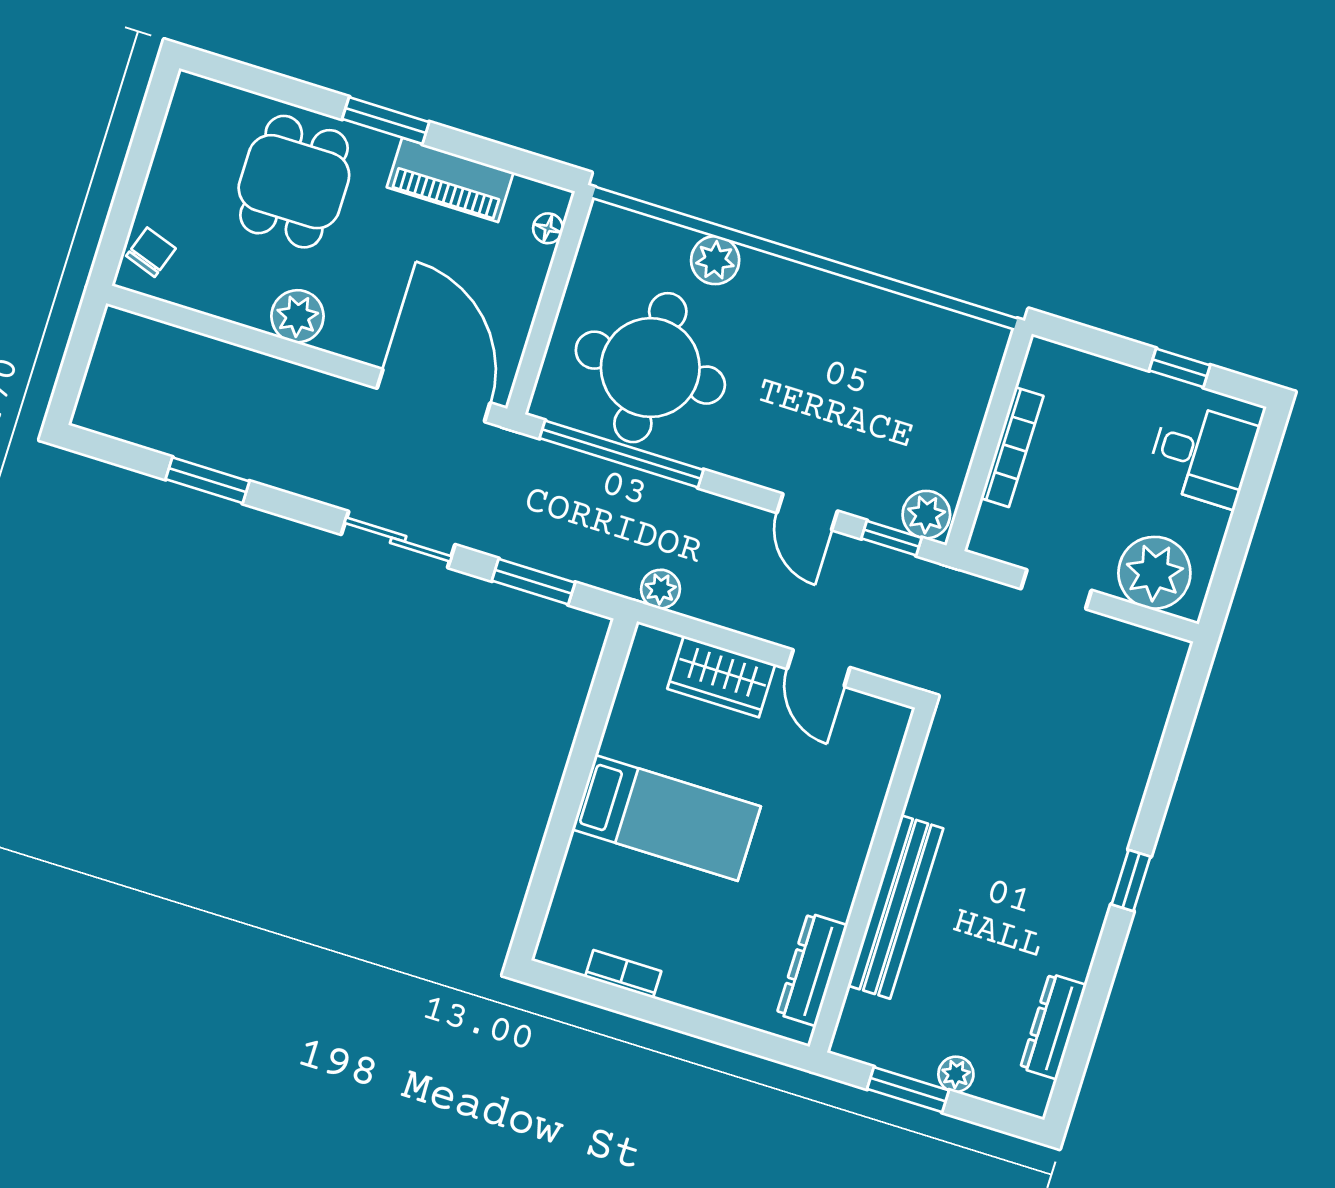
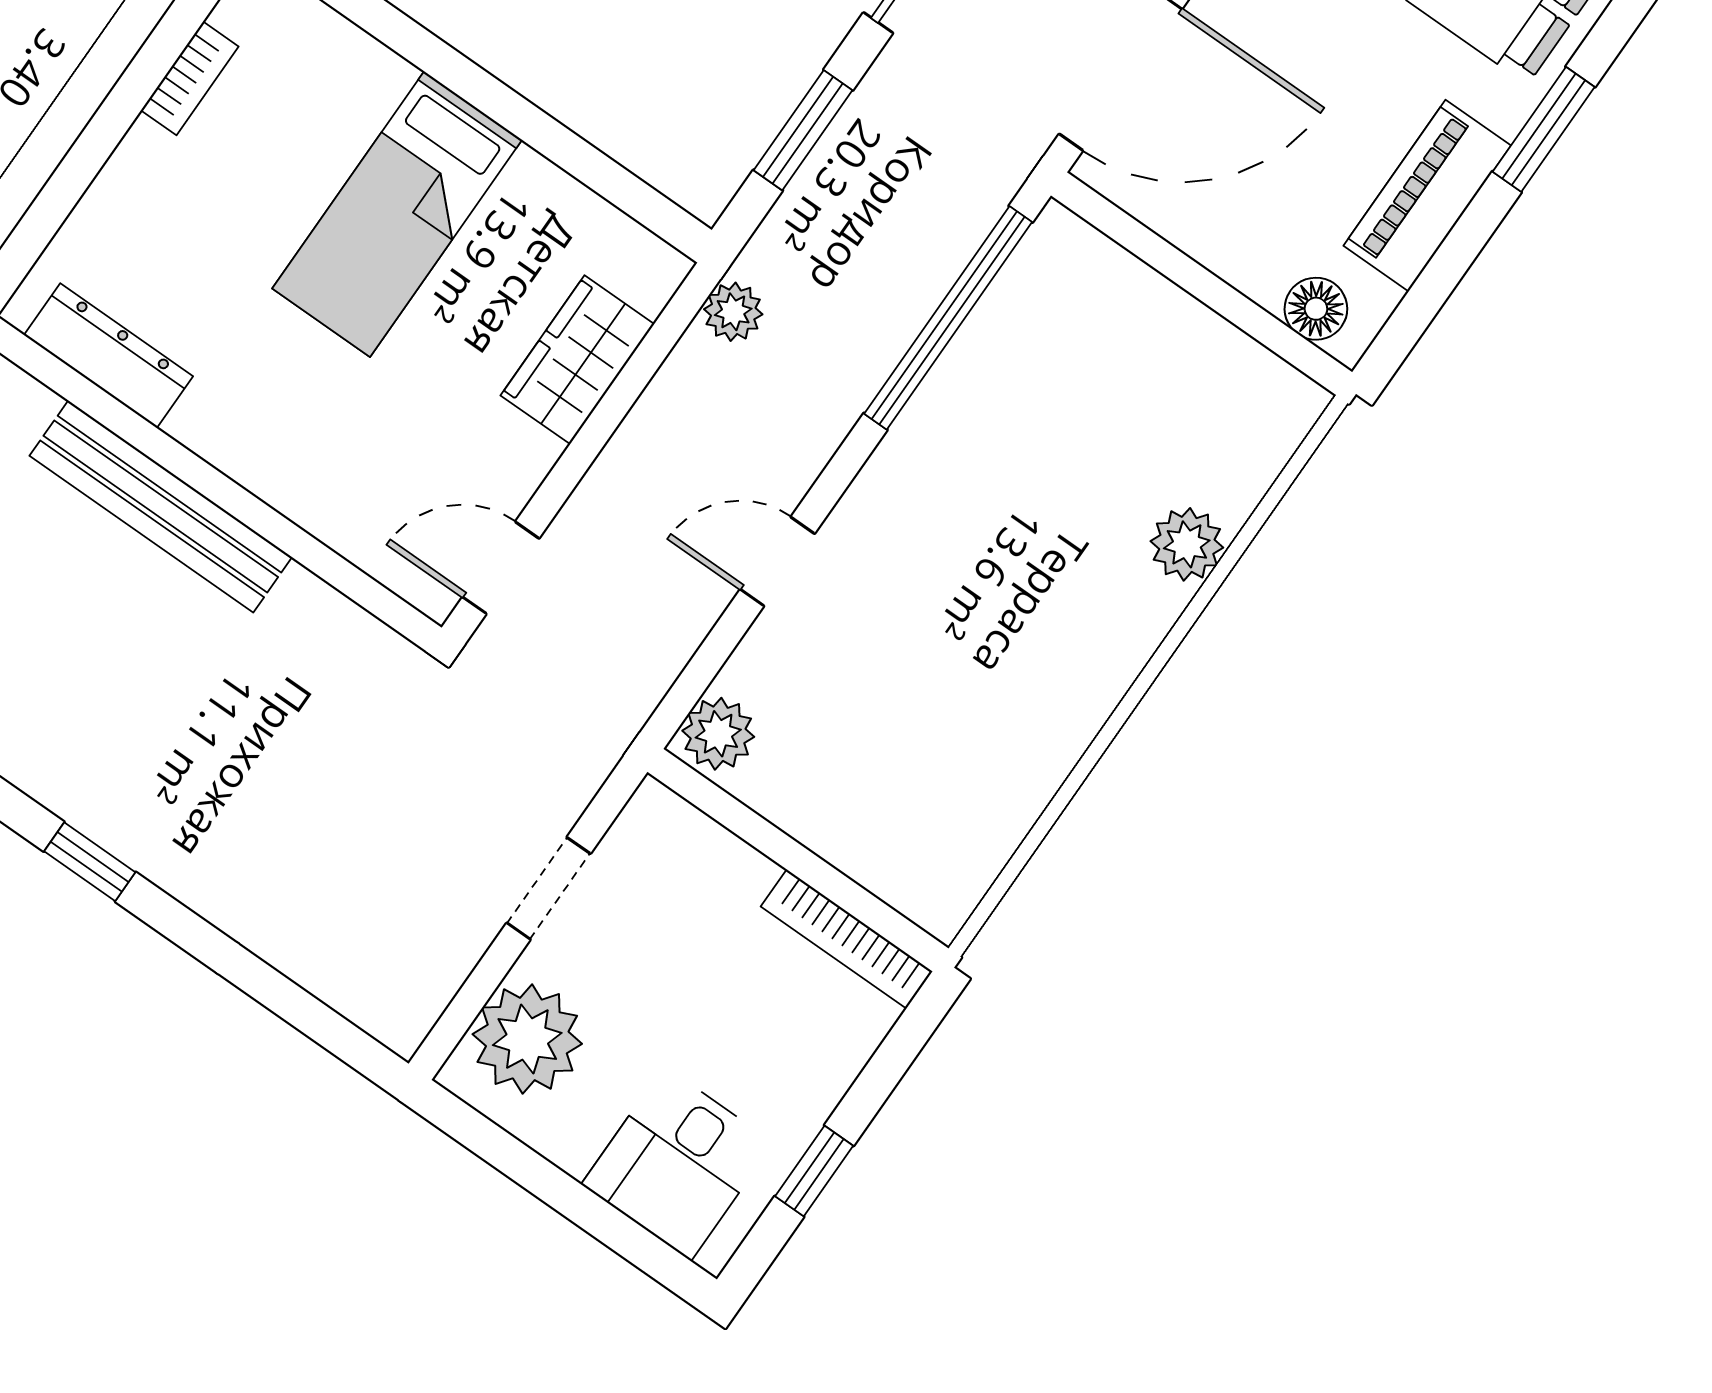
floor lamp: (548, 228) -> (1316, 309), width x1.37, depth x1.37
round table: (650, 368) -> (1061, 400), removed
bookcase: (1012, 447) -> (847, 939), moved
window: (891, 538) -> (700, 672), removed
door: (819, 668) -> (501, 568), moved

